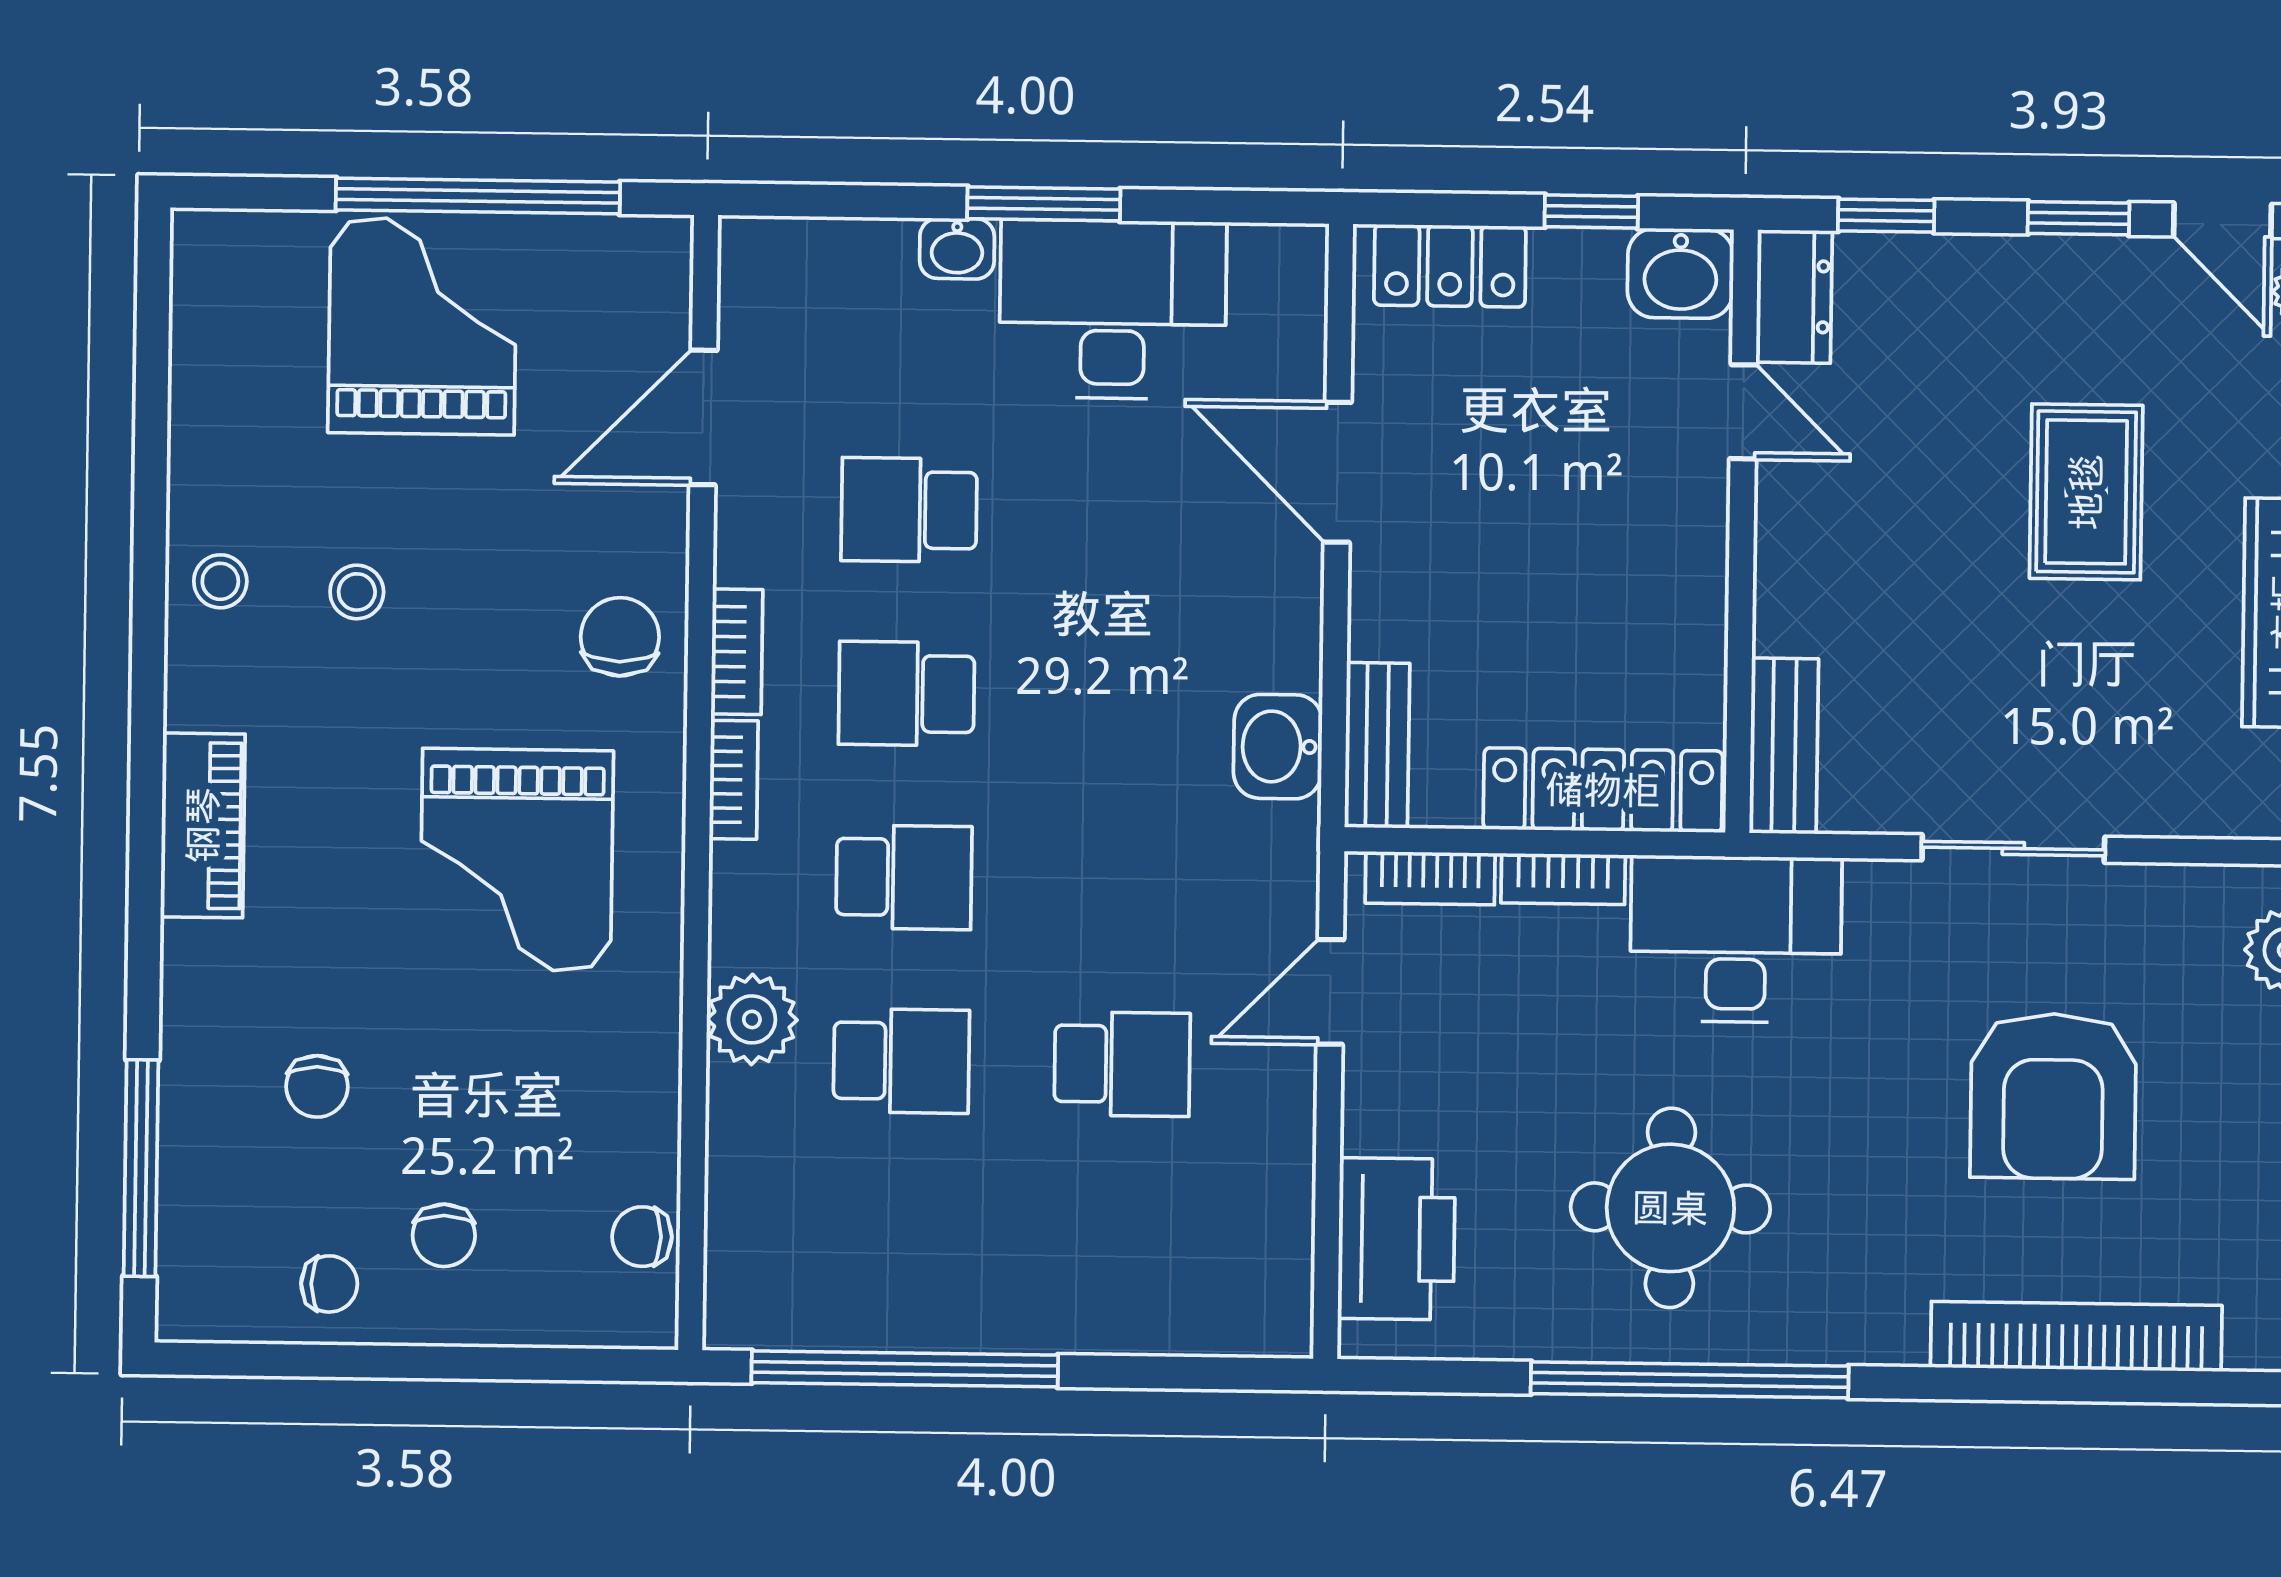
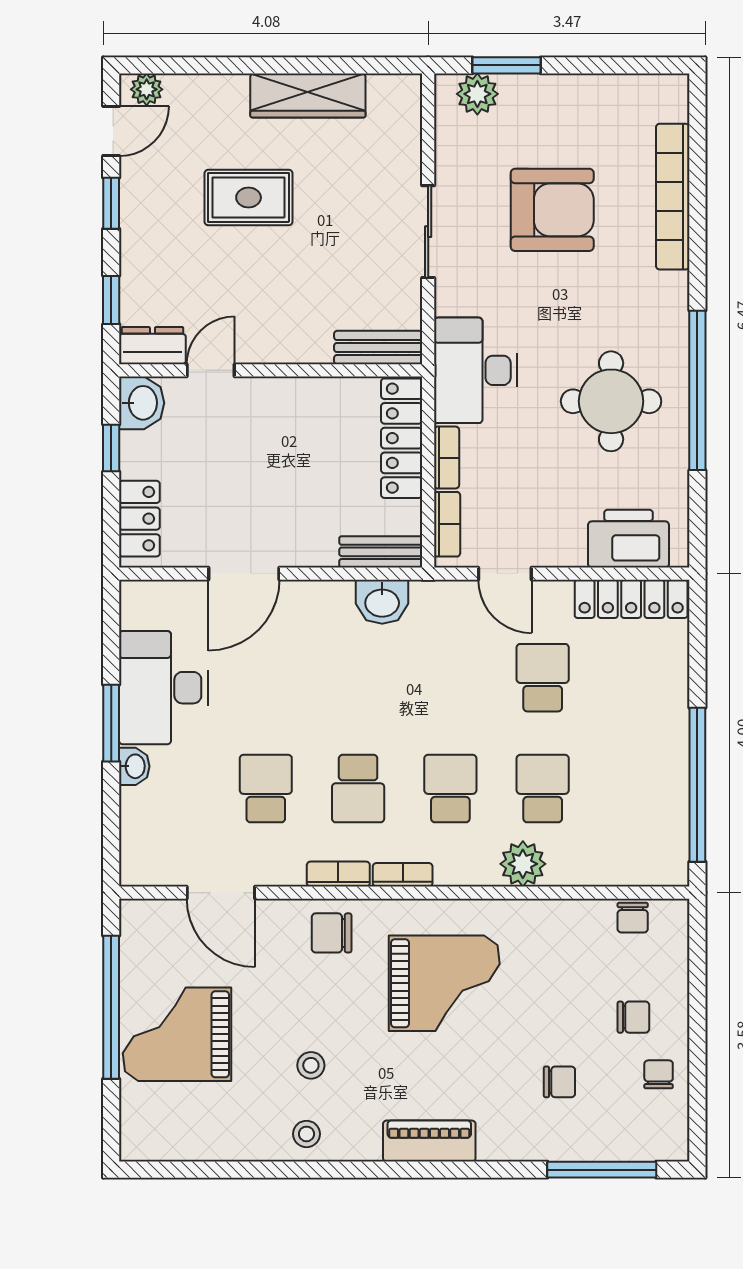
school desk: (909, 510) -> (266, 789), turned 180
locker: (1277, 1242) -> (631, 599), added

